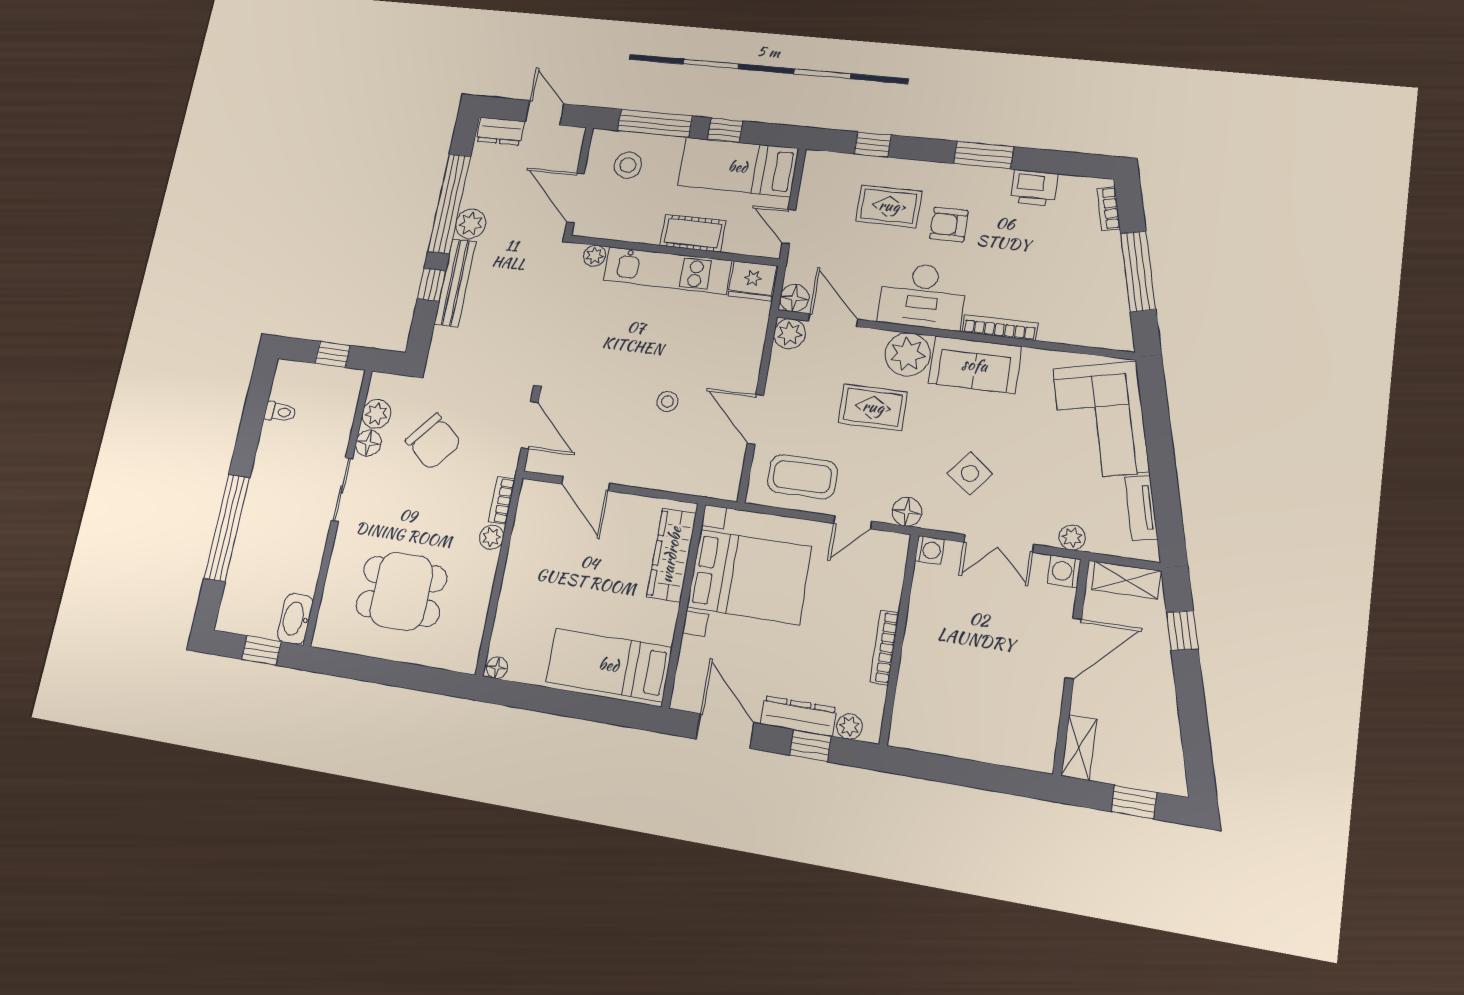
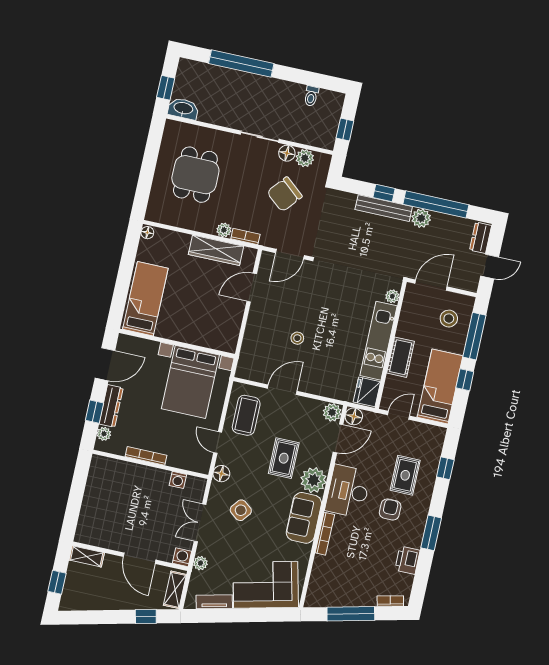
washing machine: (930, 550) -> (178, 480), moved
wardrobe: (671, 555) -> (216, 250), moved, turned 180

